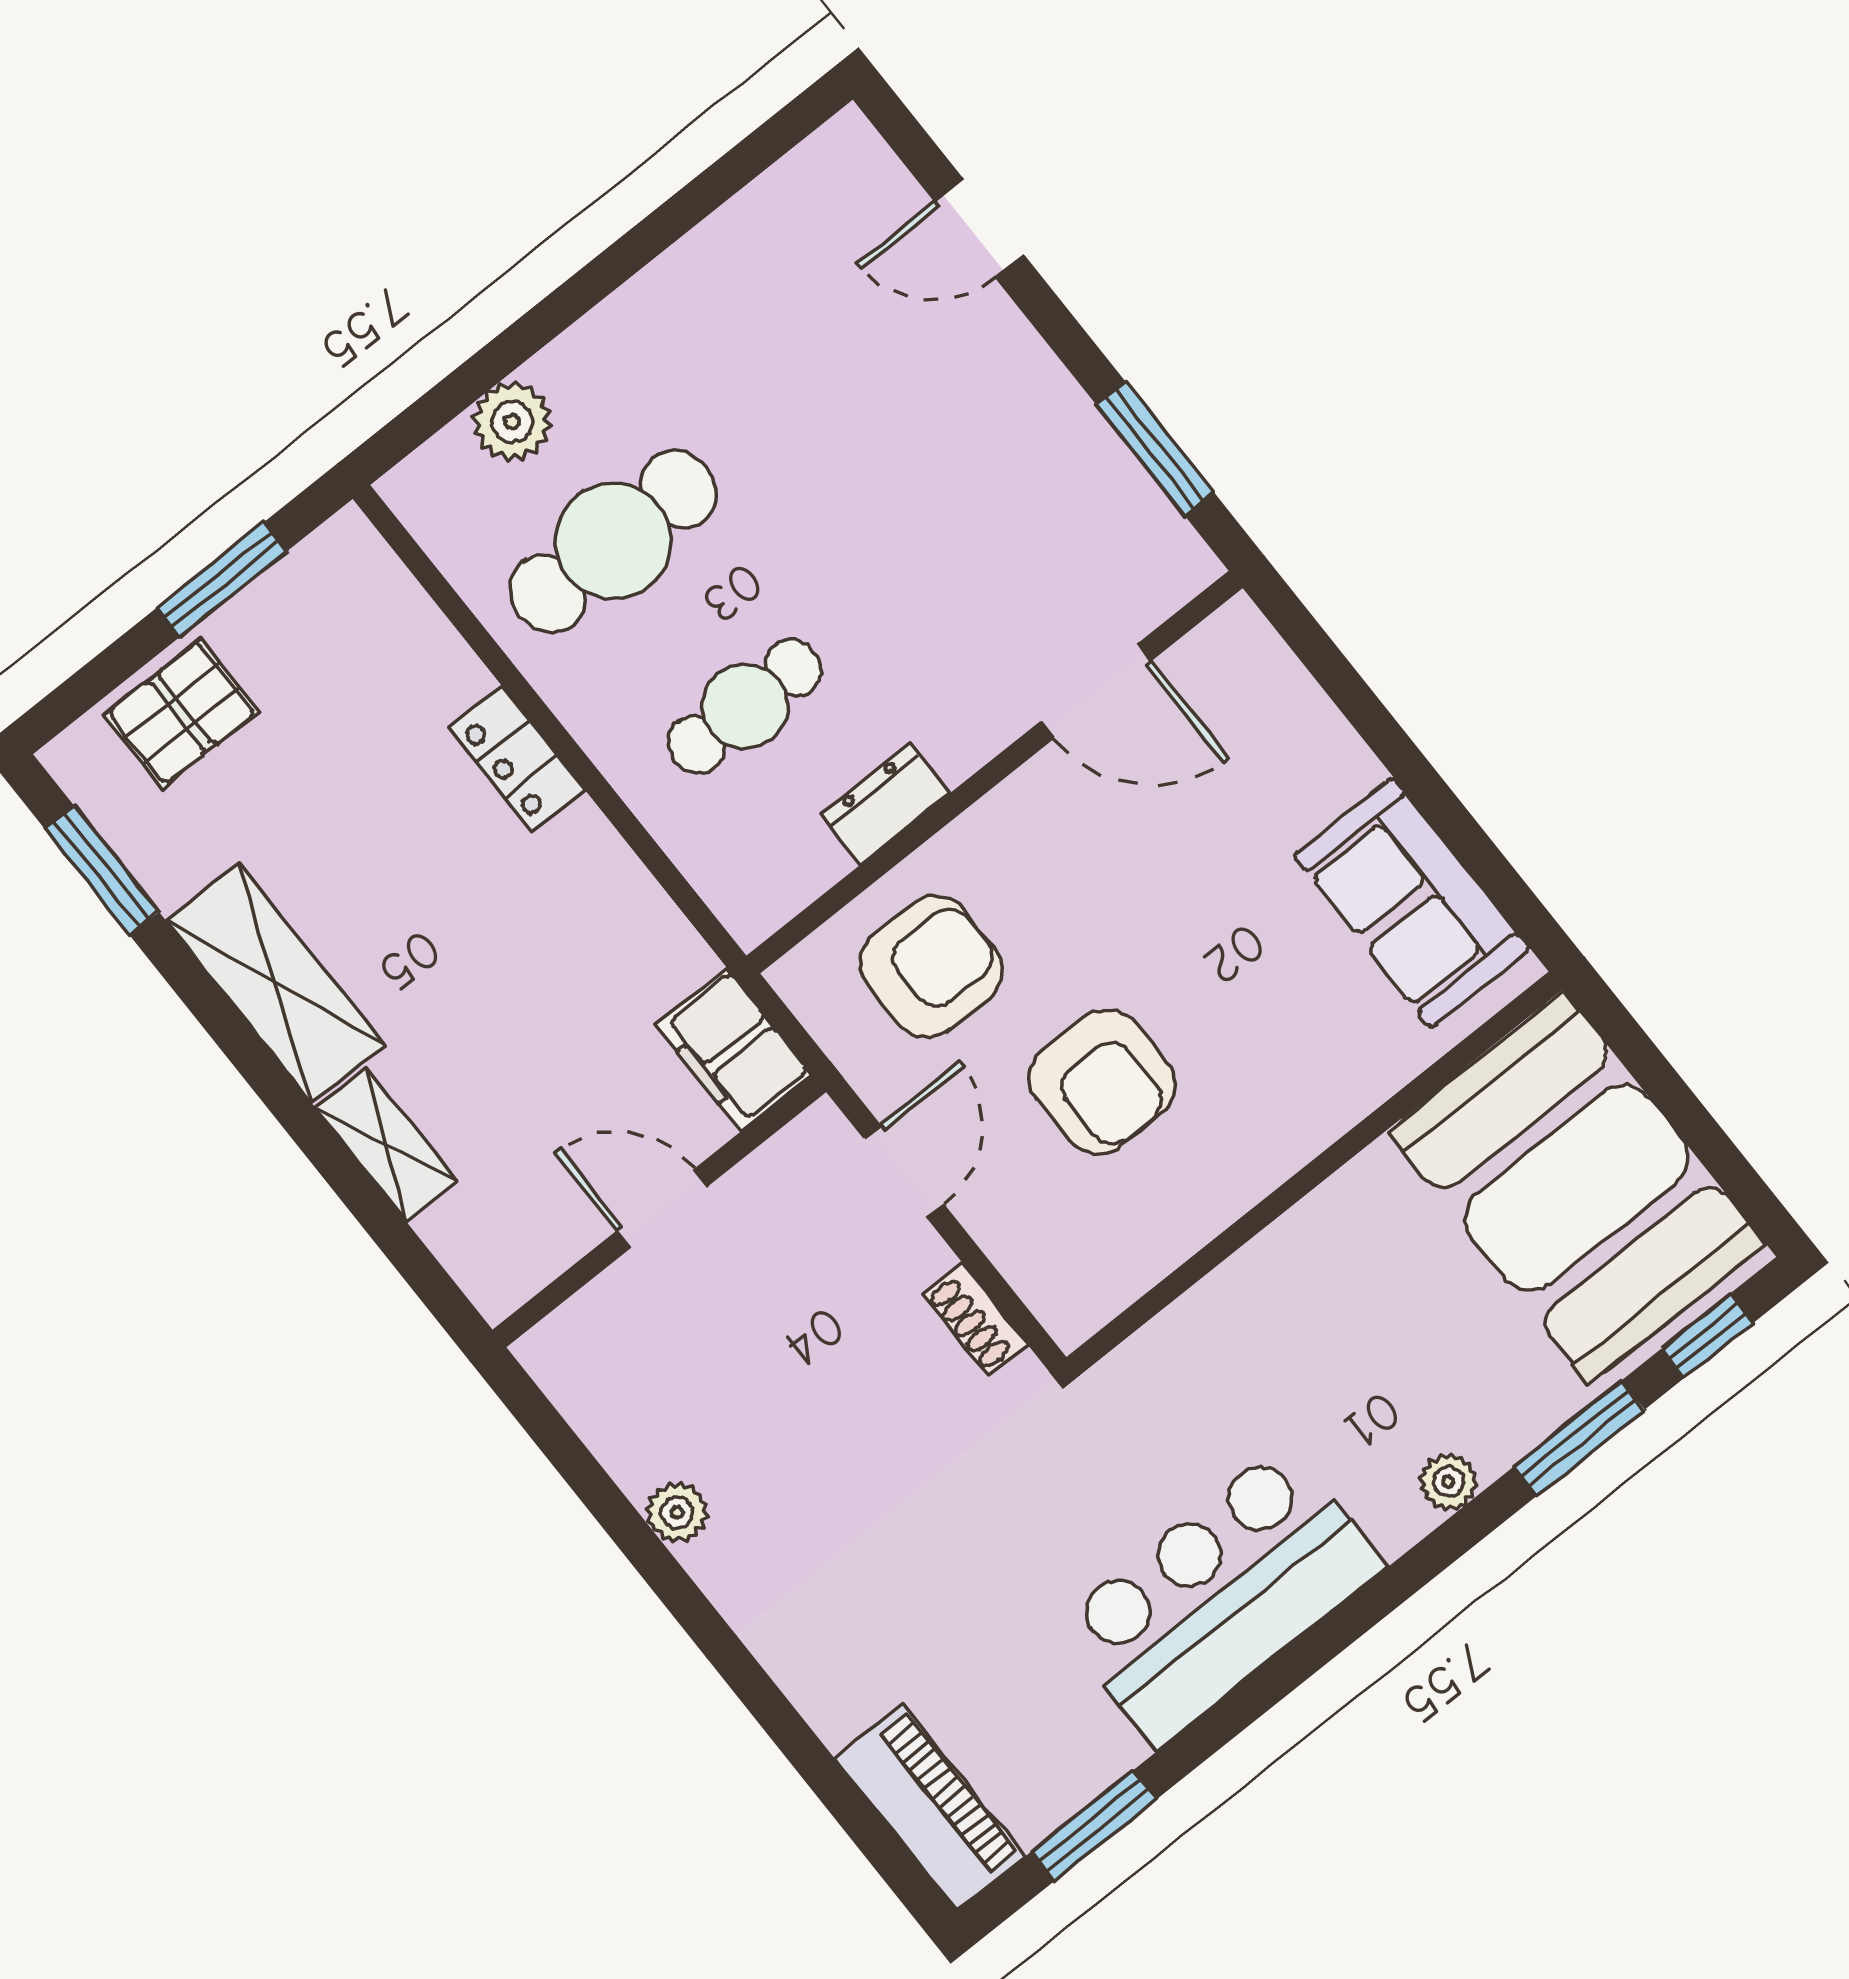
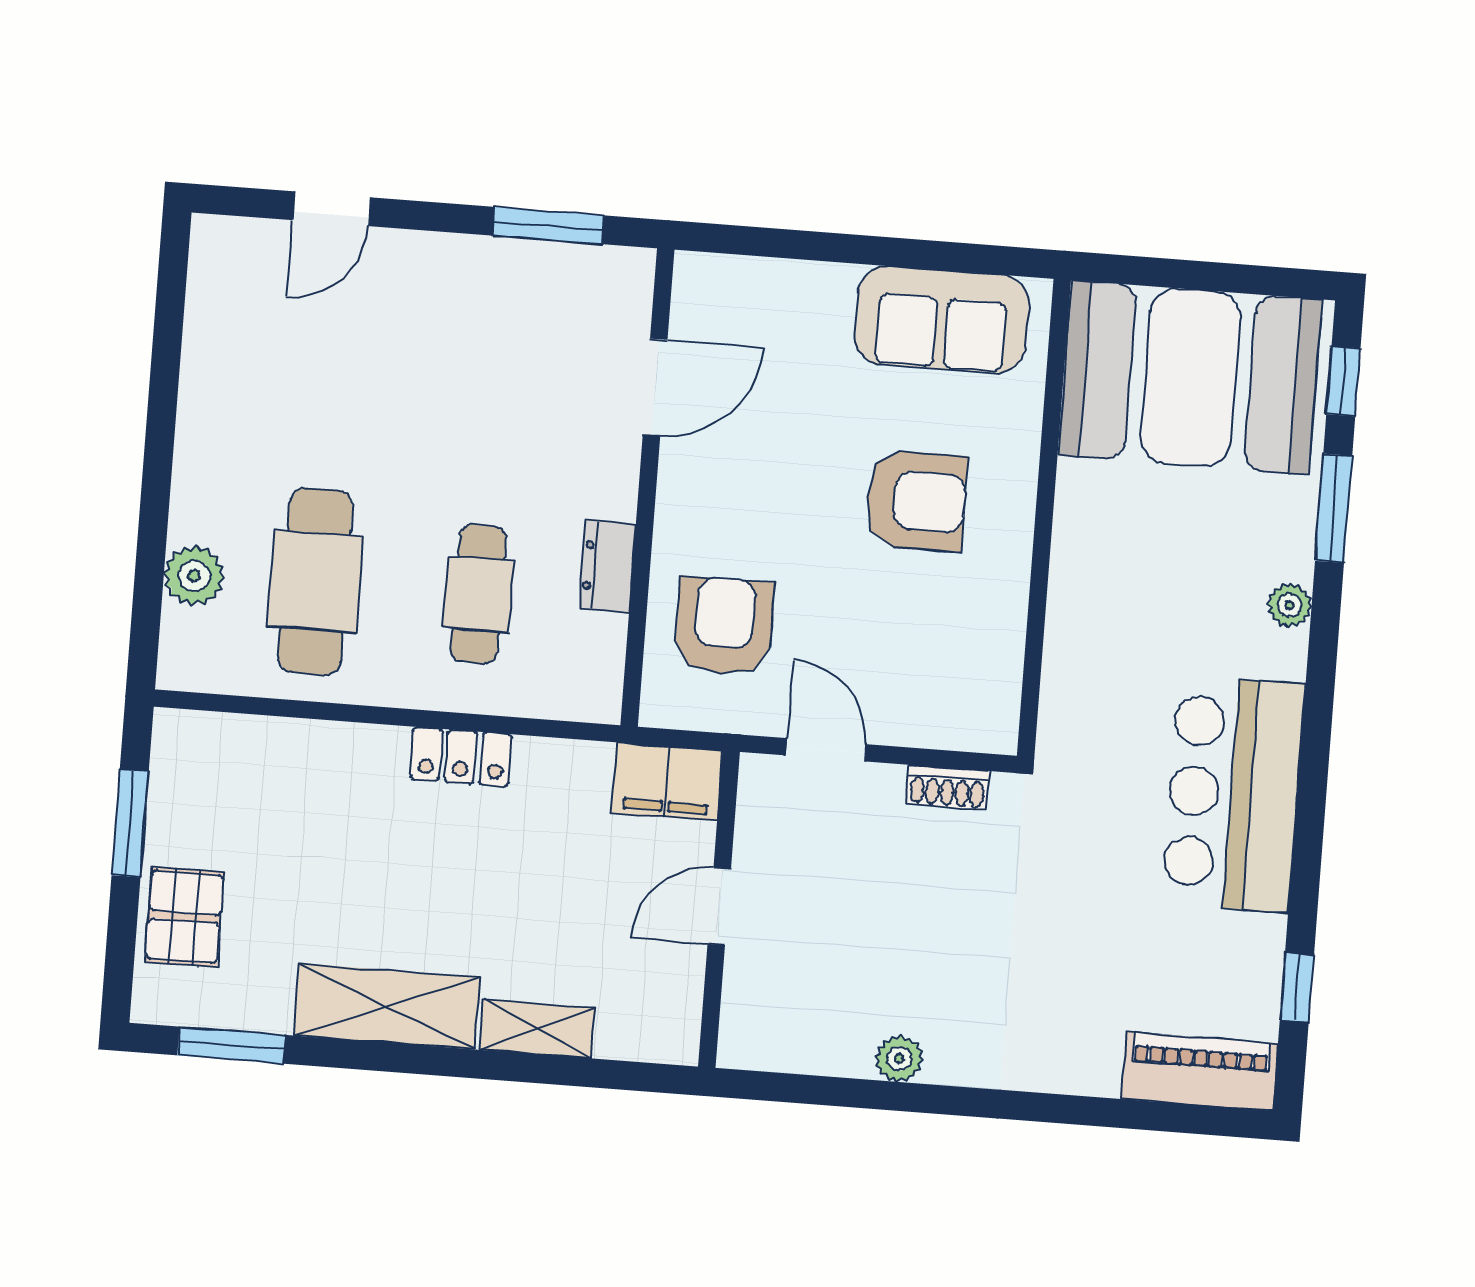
locker: (517, 759) -> (461, 757), moved
armchair: (1102, 1082) -> (916, 501), moved
window: (1094, 1825) -> (1297, 988), width x0.67

